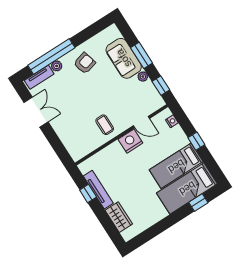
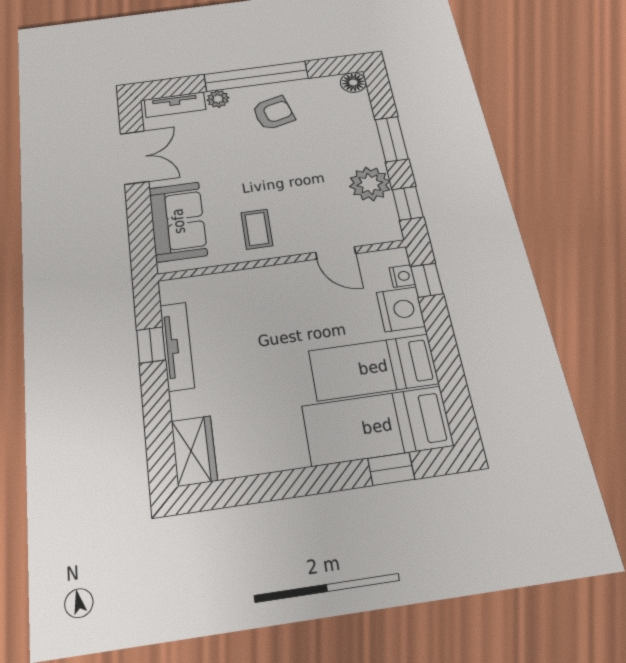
floor lamp: (112, 31) -> (353, 82), added
window: (51, 57) -> (256, 76), moved
sofa: (124, 58) -> (178, 221), moved, turned 180
plant: (143, 77) -> (370, 184), width x1.88, depth x1.88
nightstand: (130, 141) -> (401, 309), moved, turned 90
window: (196, 141) -> (427, 280), moved
wardrobe: (119, 217) -> (194, 451), moved

